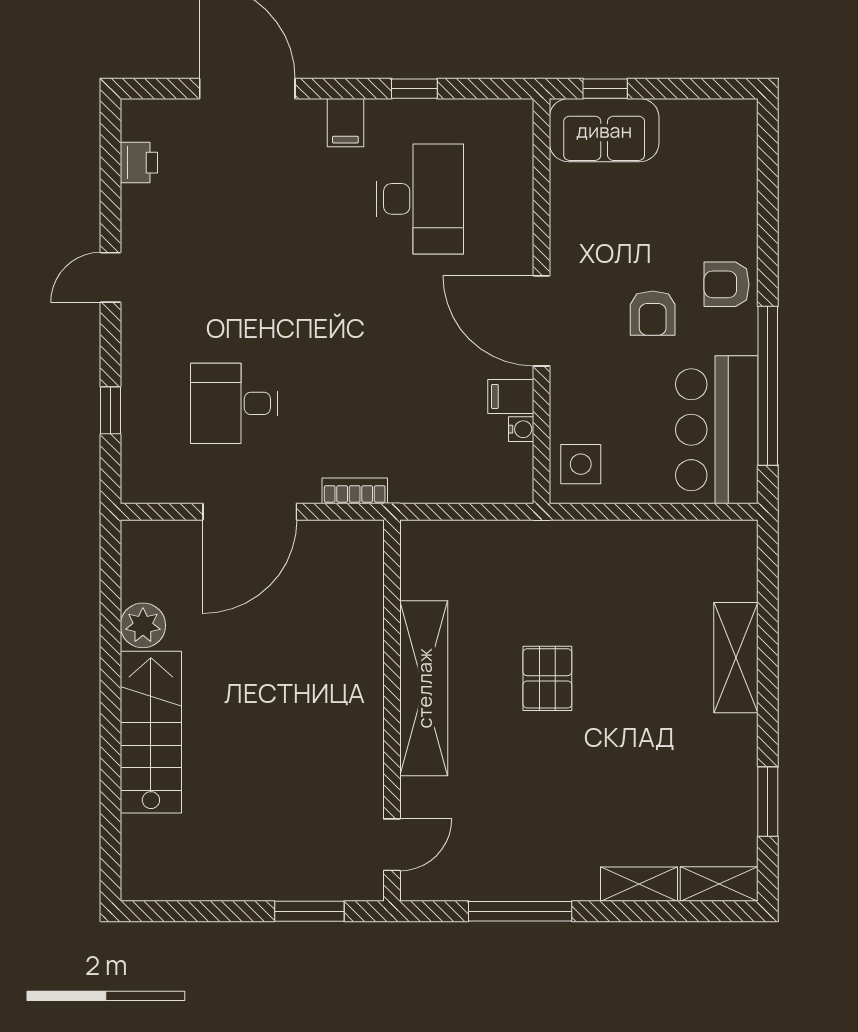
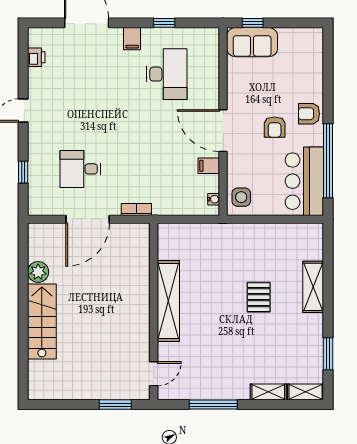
water cooler: (521, 429) -> (214, 199), moved
pallet: (547, 678) -> (259, 297), moved

